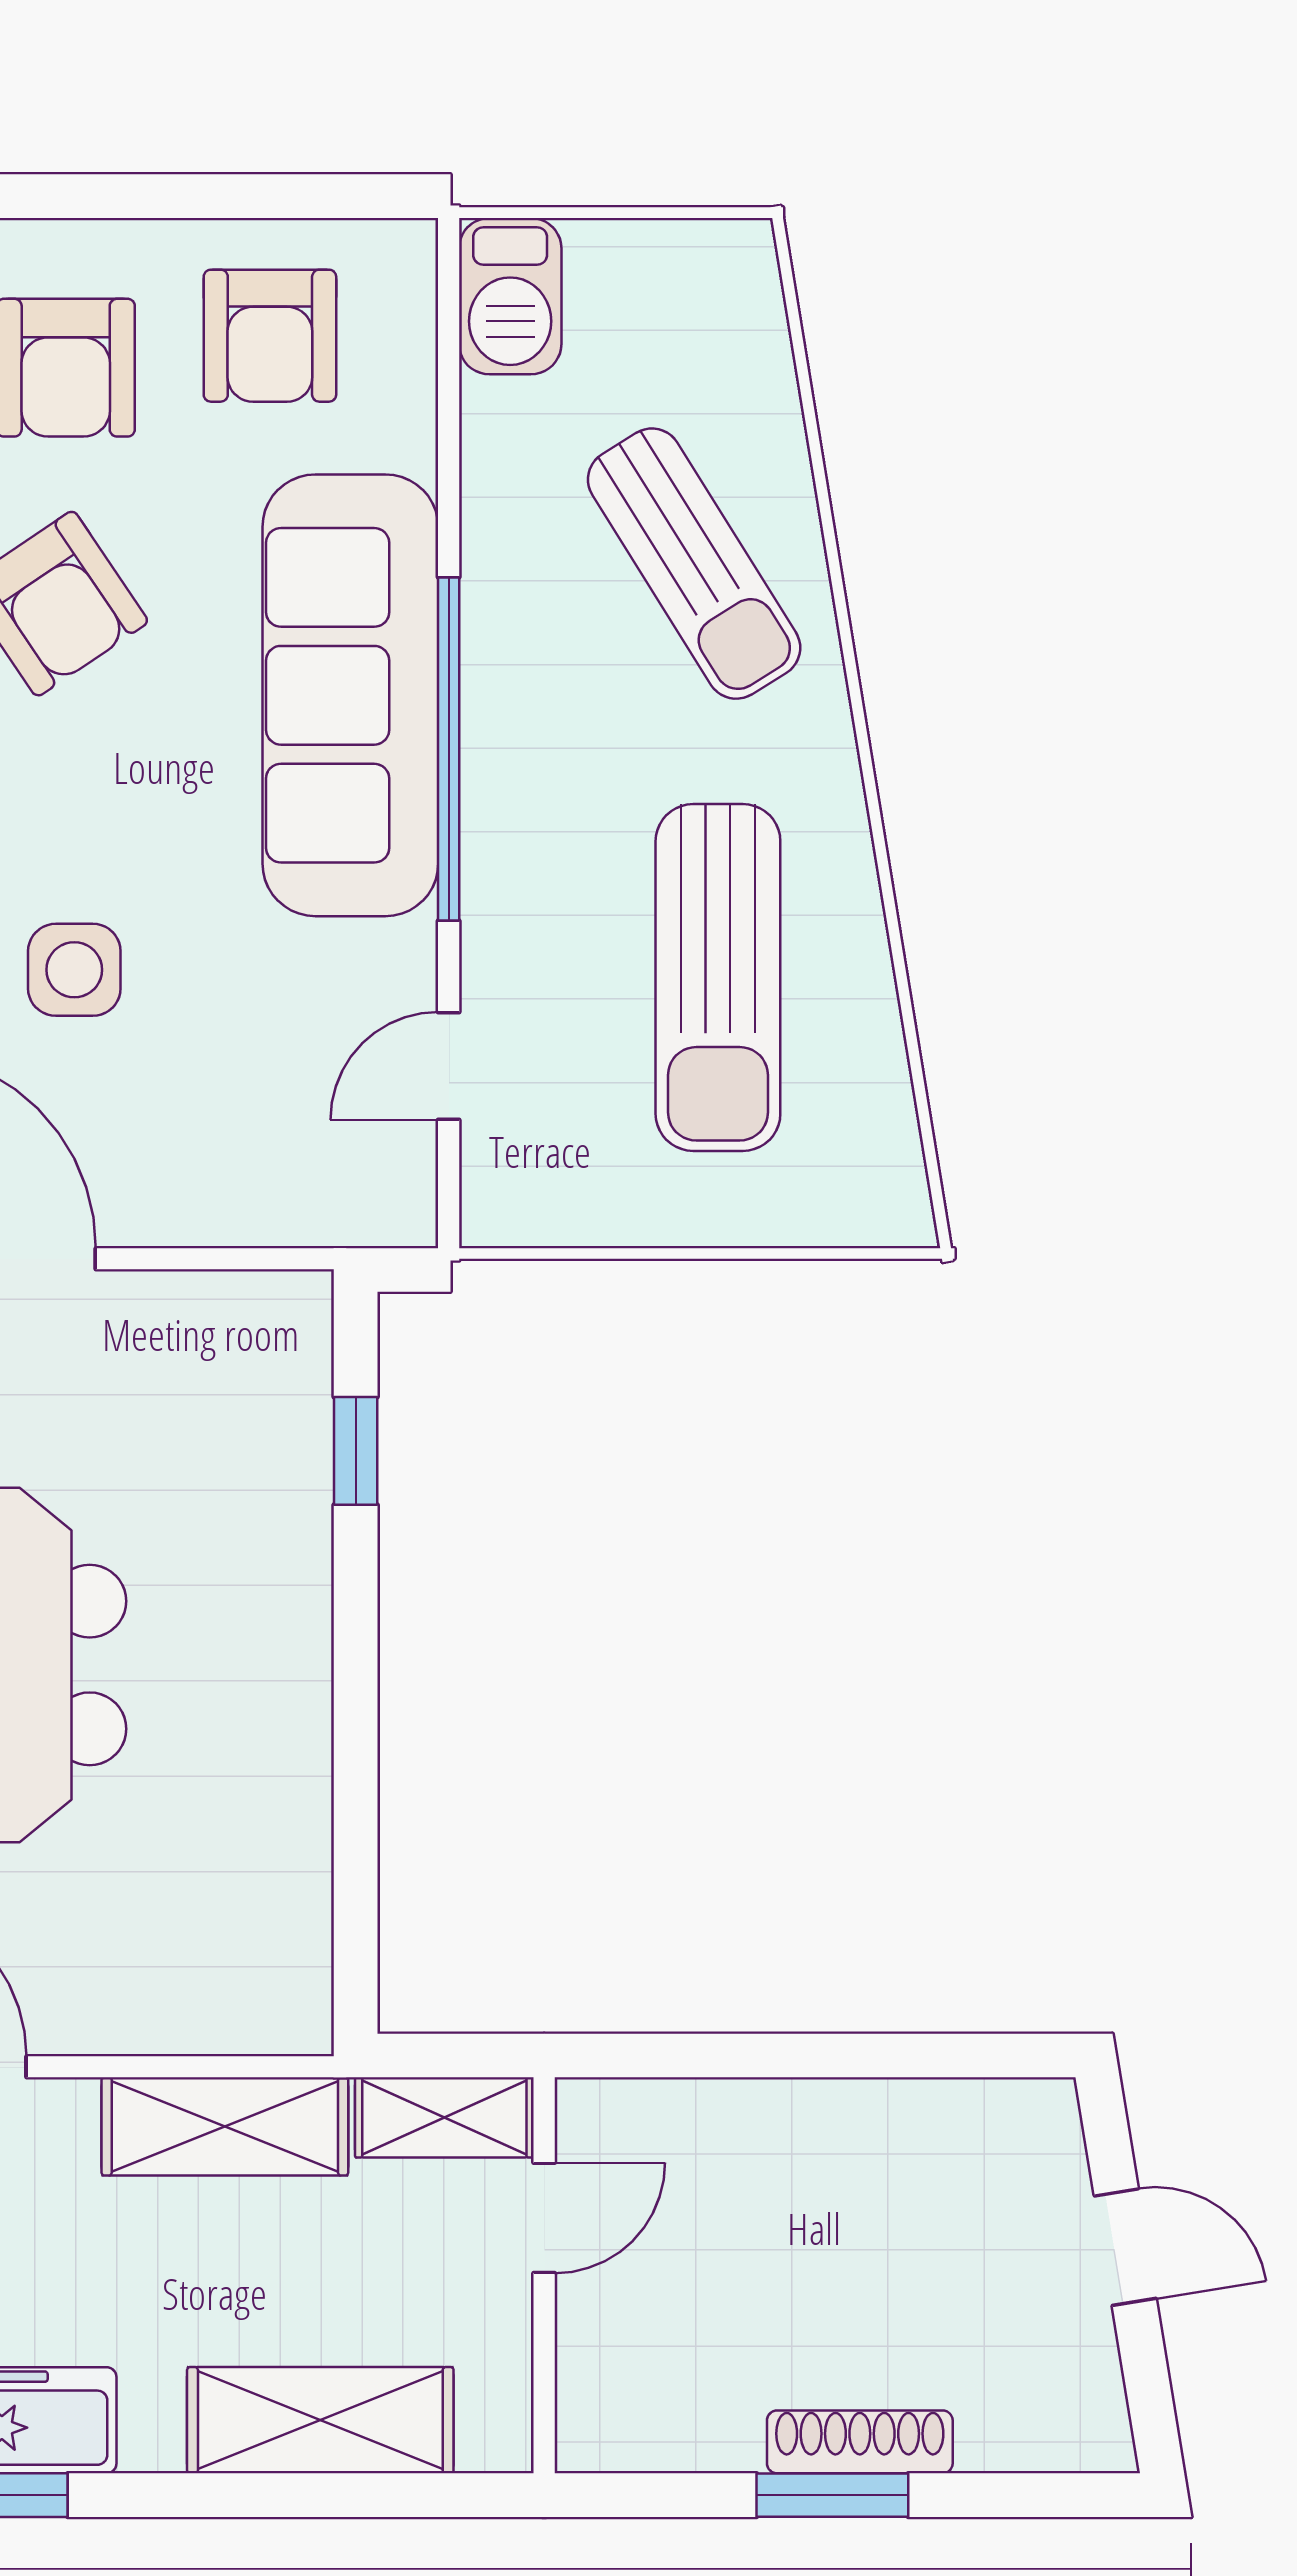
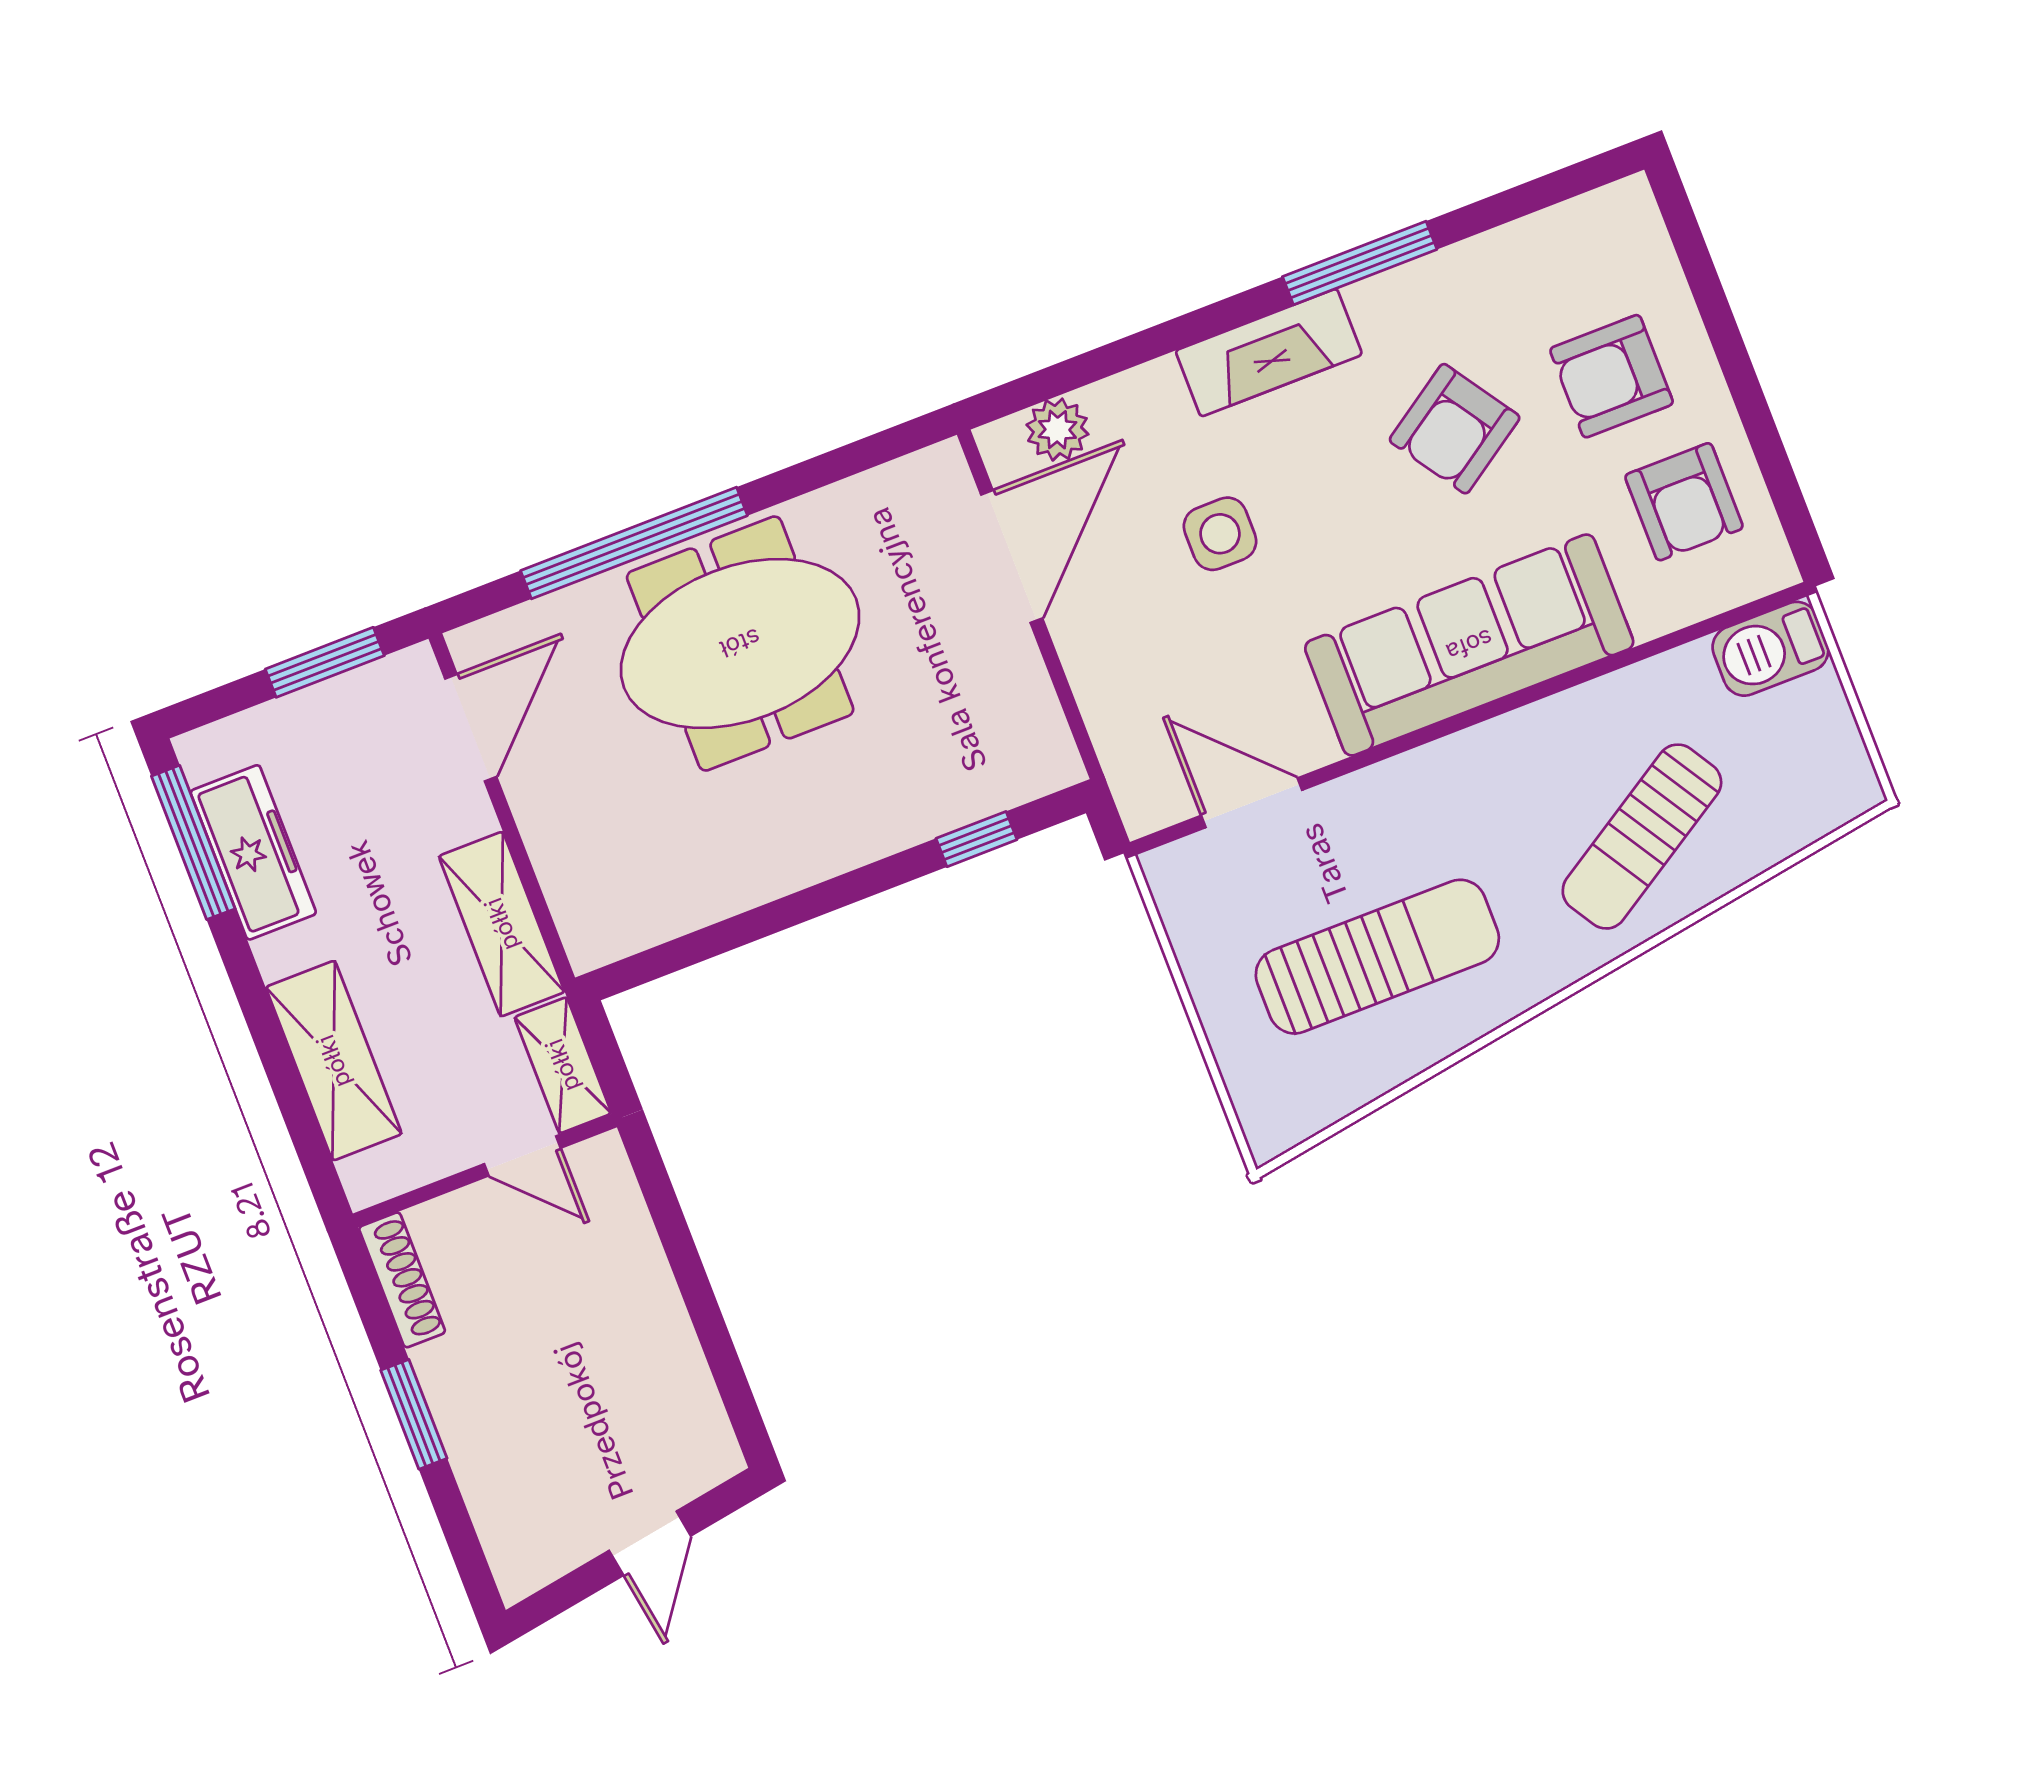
armchair: (270, 336) -> (1684, 502), turned -90
window: (449, 749) -> (1459, 723), removed
sun lounger: (718, 977) -> (1377, 957), turned 180
door: (449, 1066) -> (1252, 803), width x1.38
shoe rack: (860, 2442) -> (402, 1280), moved

